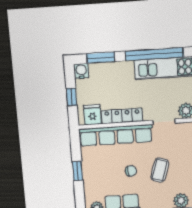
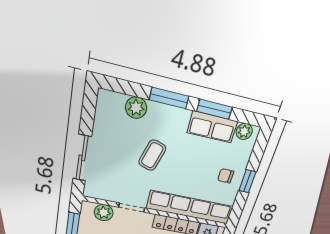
chair: (131, 171) -> (226, 176), moved

